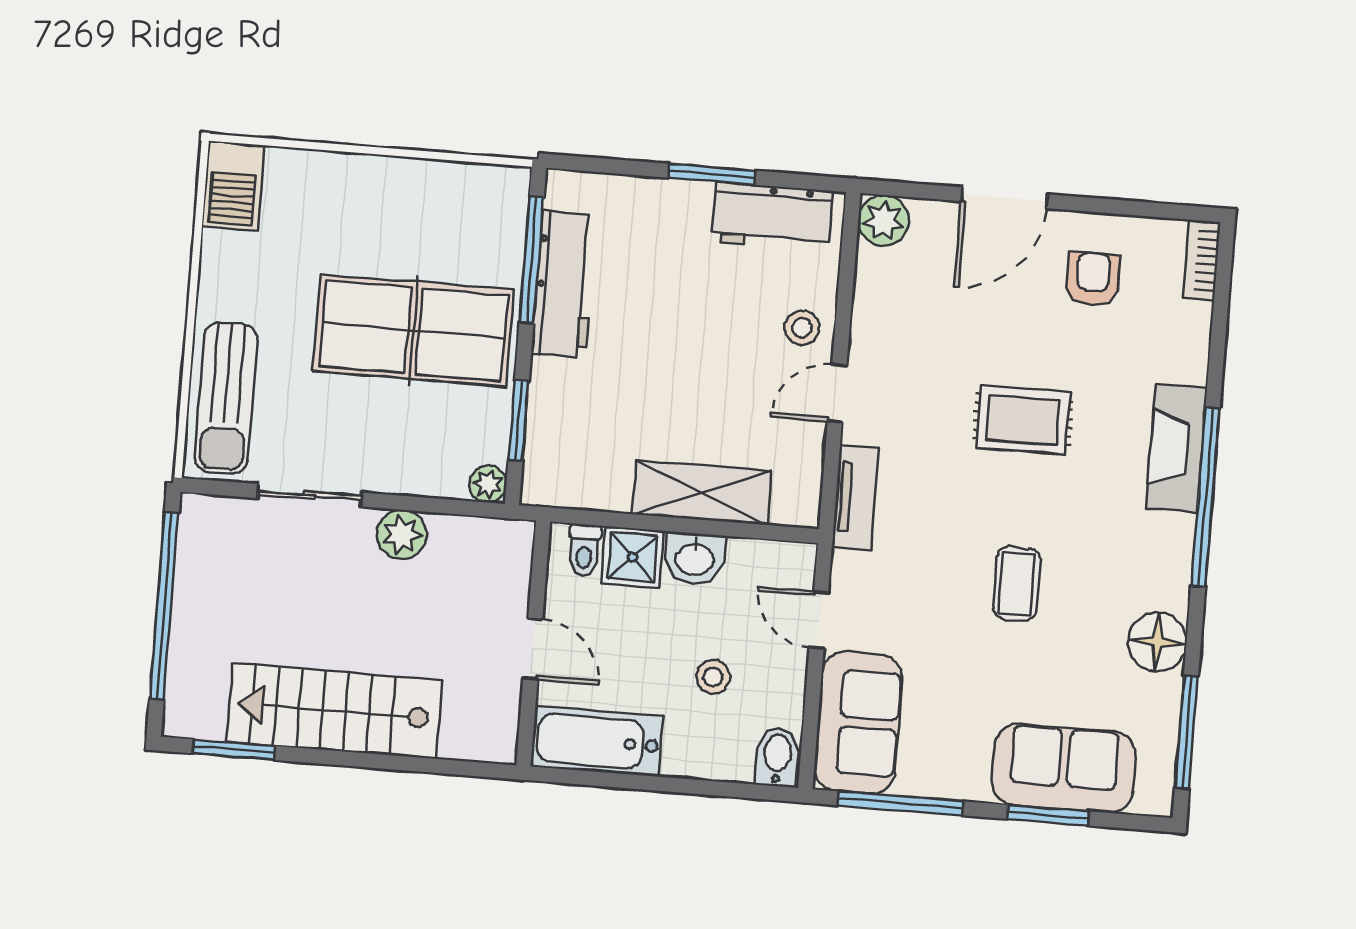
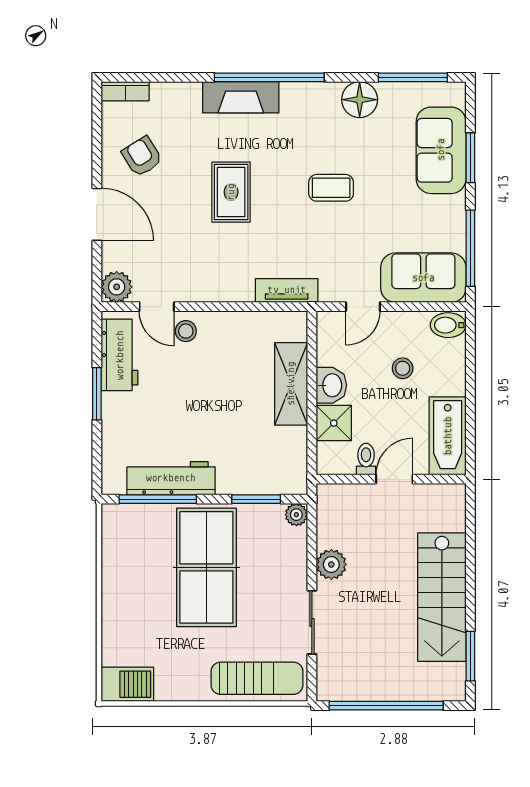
armchair: (1093, 279) -> (142, 156), turned 58
door: (837, 393) -> (157, 307), moved
toilet: (584, 550) -> (366, 459), moved, turned -90

